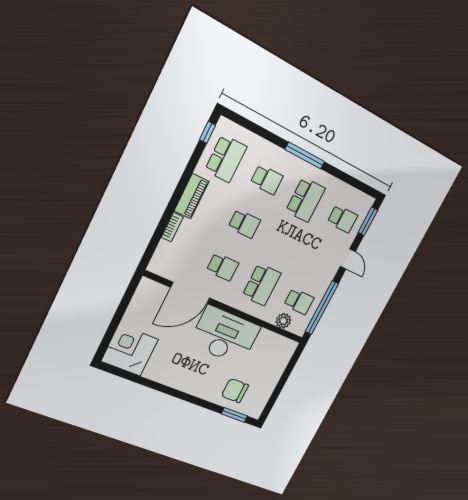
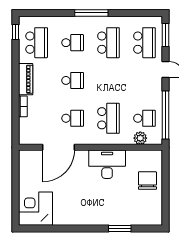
school desk: (342, 219) -> (144, 43), width x1.85
desk: (225, 336) -> (107, 164), width x0.73, depth x0.77
chair: (235, 391) -> (147, 181), moved, turned 90
window: (234, 415) -> (120, 229), moved

